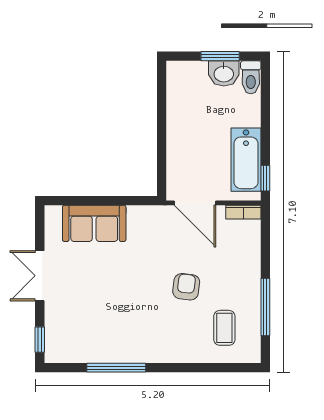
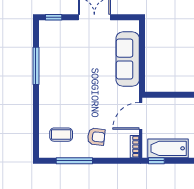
sofa: (94, 223) -> (128, 59), width x1.36
armchair: (186, 287) -> (96, 137), moved

